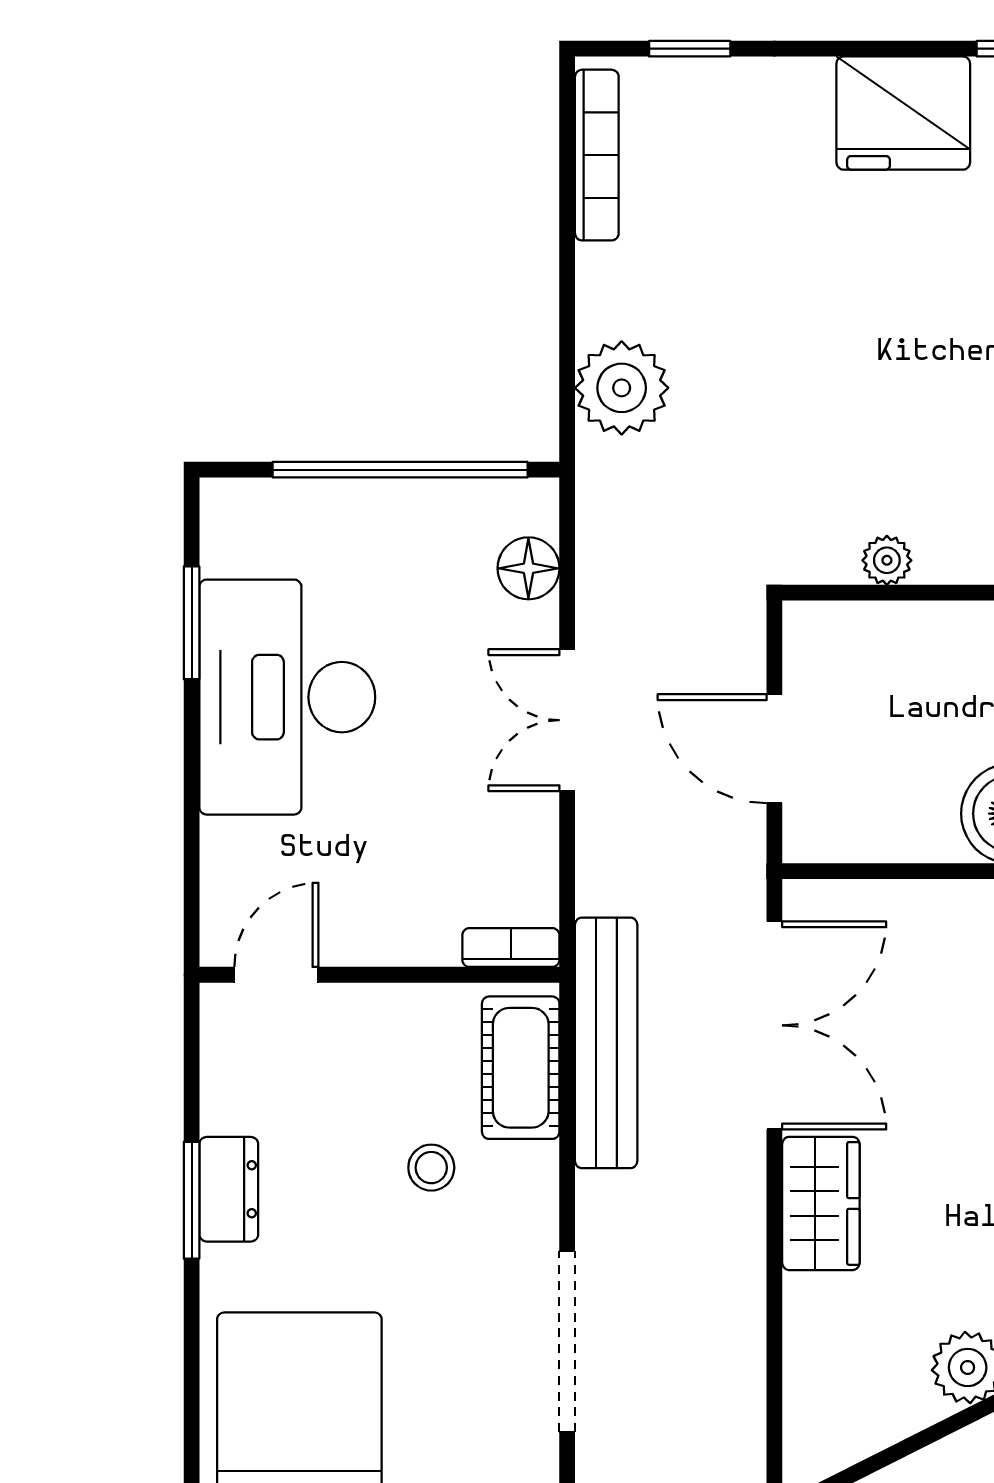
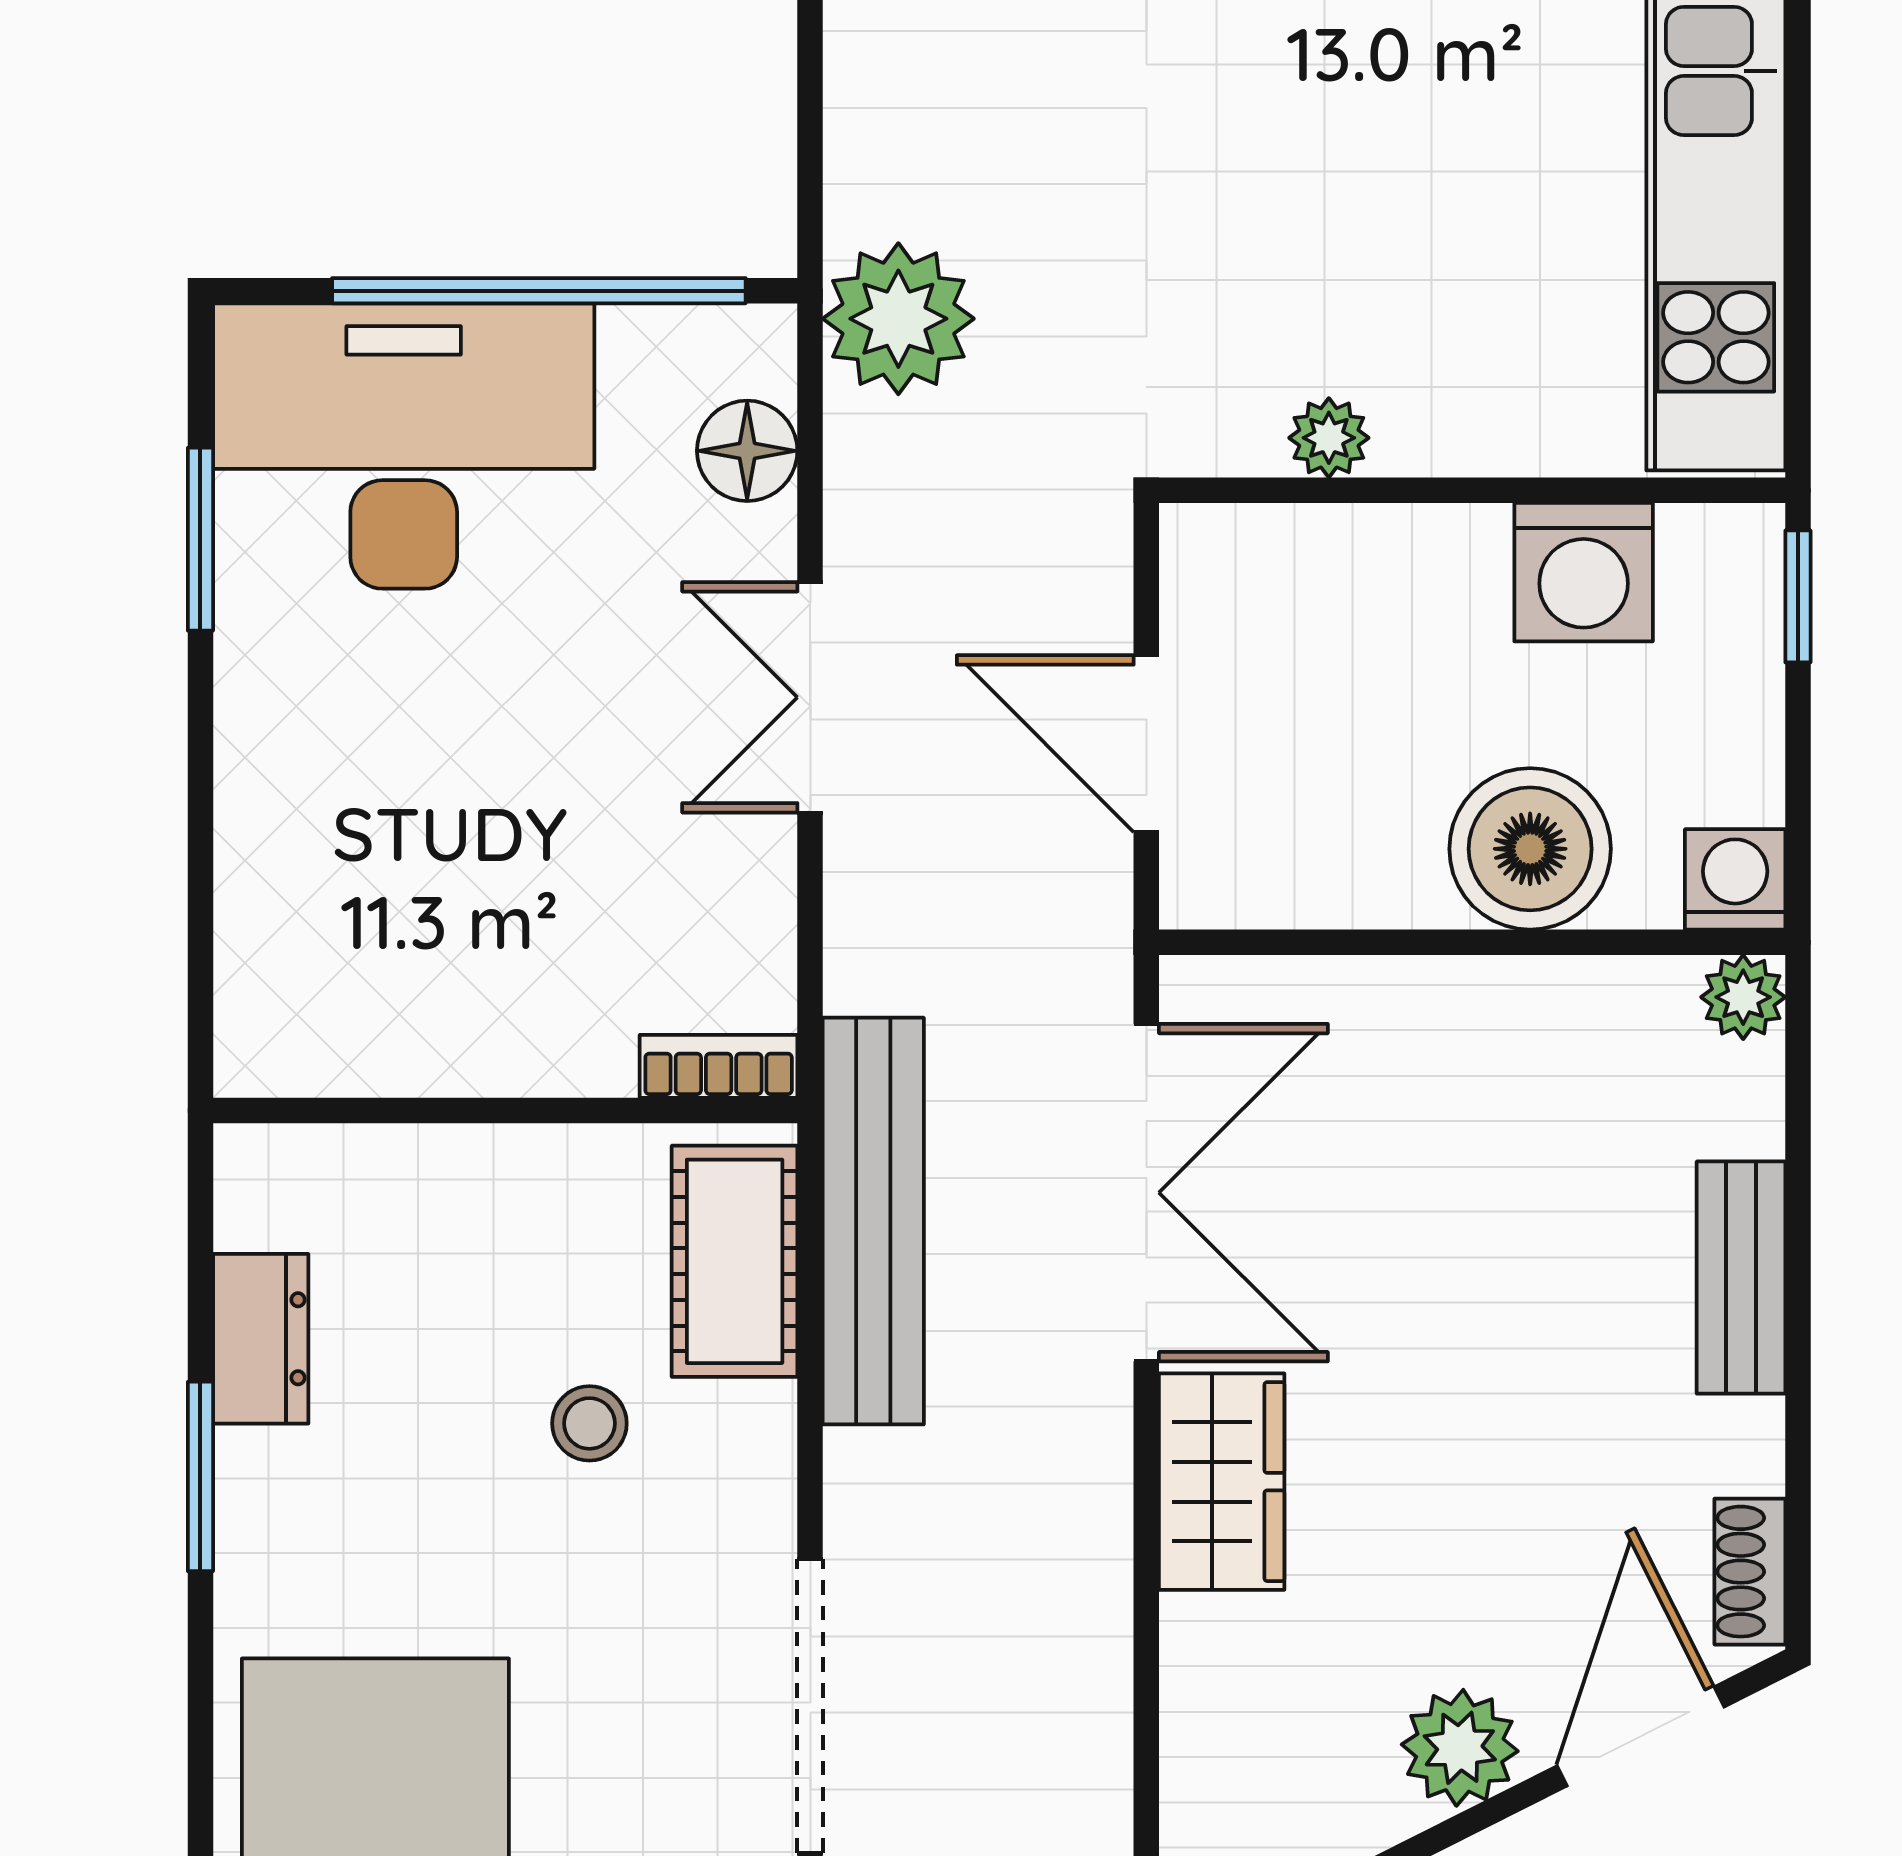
plant: (622, 388) -> (898, 319), moved
desk: (287, 697) -> (404, 446), moved, turned 90
door: (276, 975) -> (338, 1110), removed
dresser: (229, 1189) -> (261, 1339), moved

